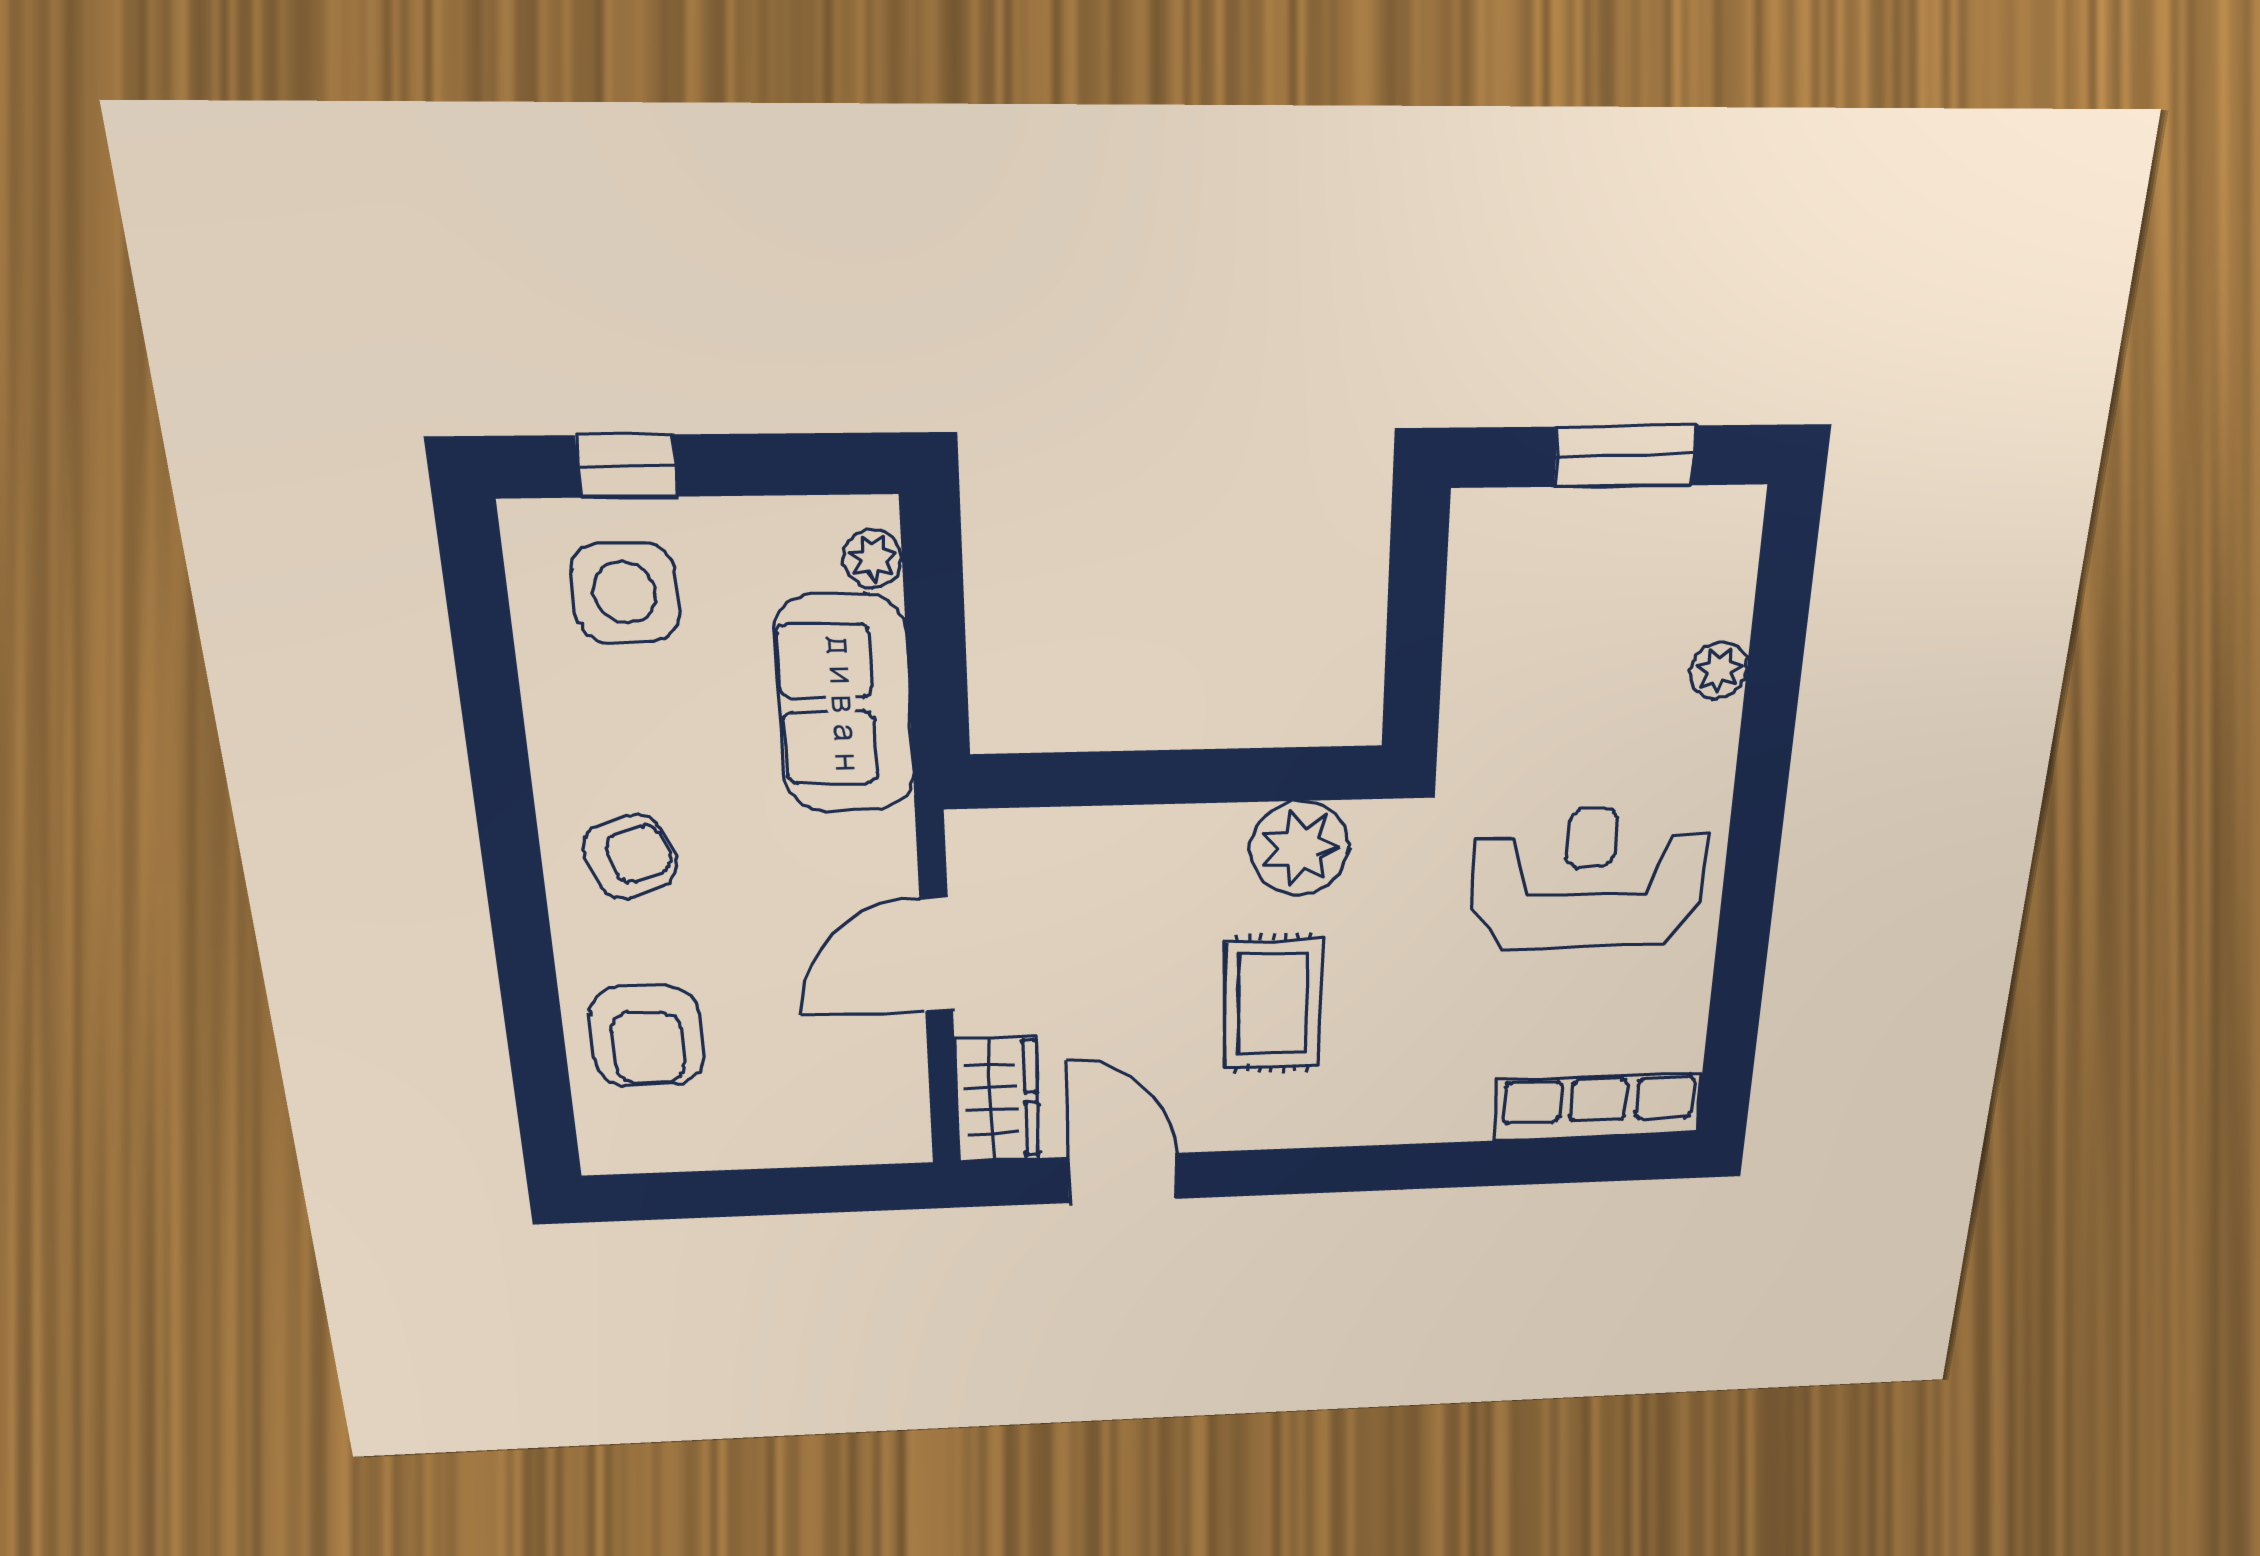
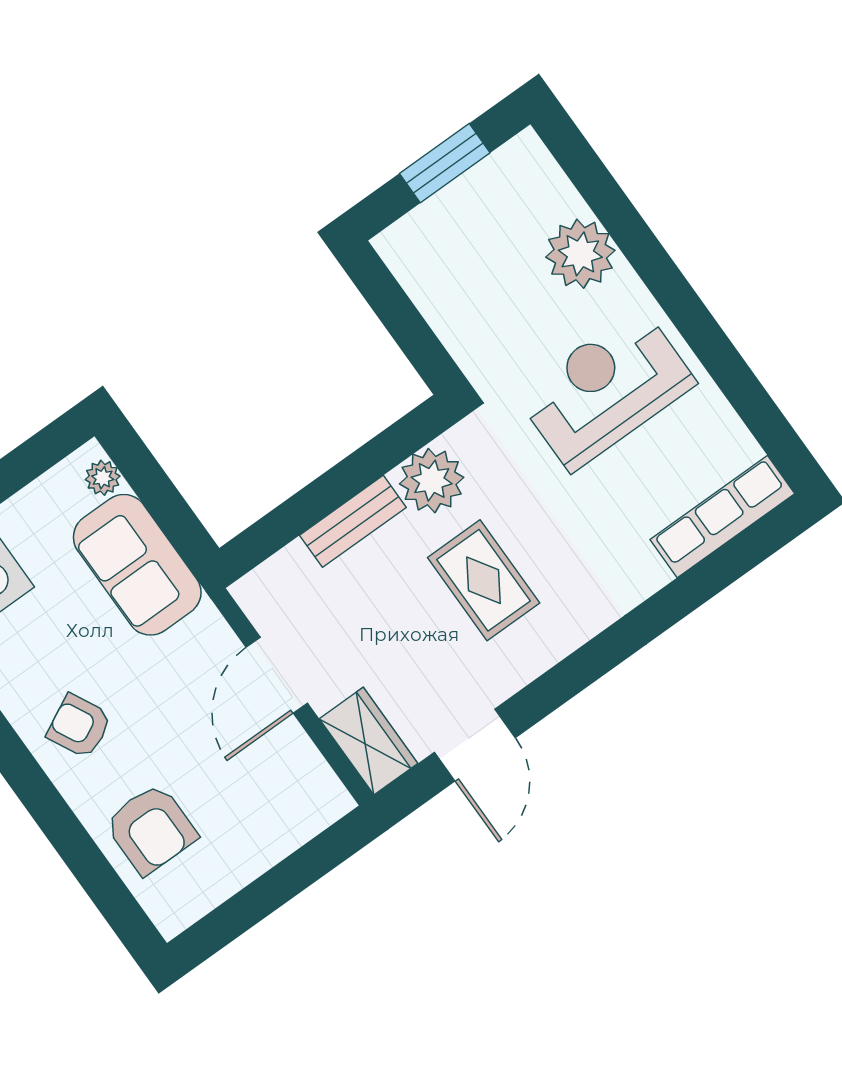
plant: (1719, 670) -> (580, 254), width x1.87, depth x1.87
bench: (1166, 833) -> (353, 521), added
armchair: (630, 857) -> (79, 726), turned -97
door: (1122, 1178) -> (475, 745), swing flipped

